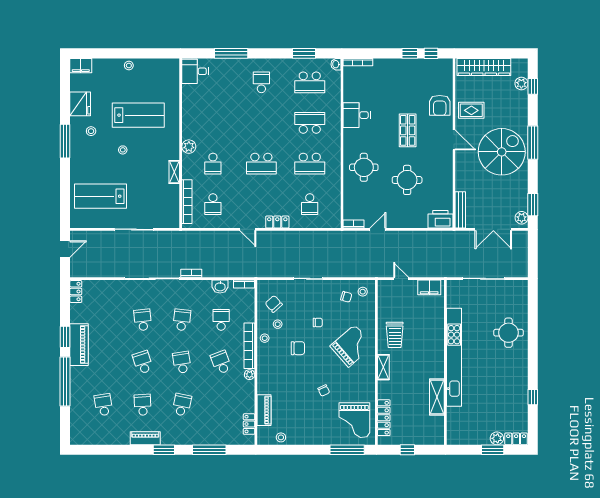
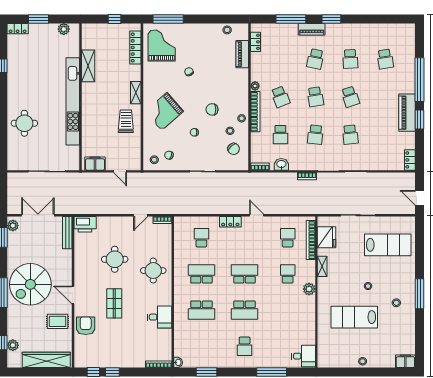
school desk: (310, 82) -> (245, 310), moved, turned 180
fridge: (80, 104) -> (327, 237), moved, turned 180
door: (65, 249) -> (419, 198), hinge flipped
piano: (145, 438) -> (312, 29), moved
plant: (497, 438) -> (64, 29), moved

